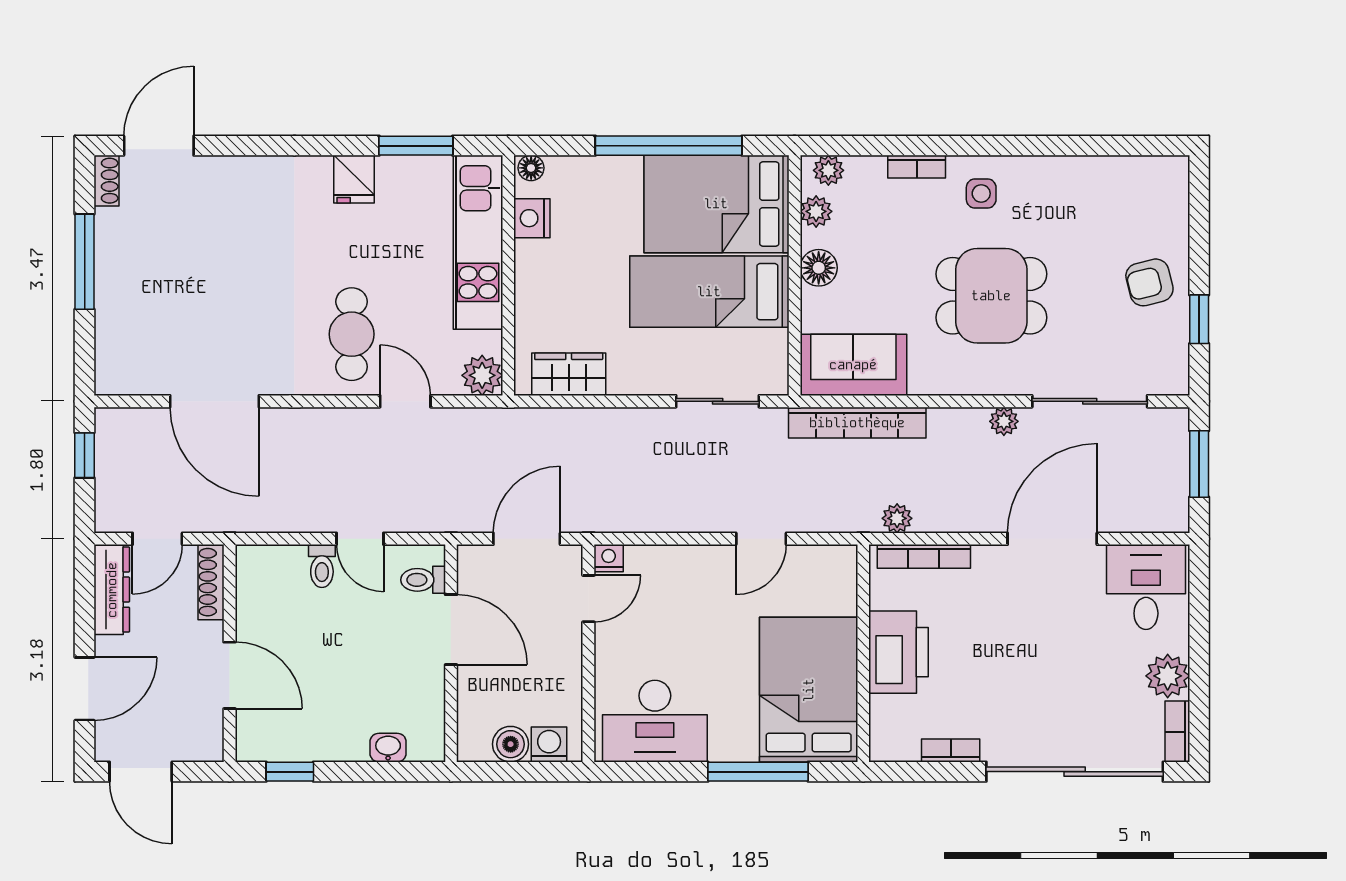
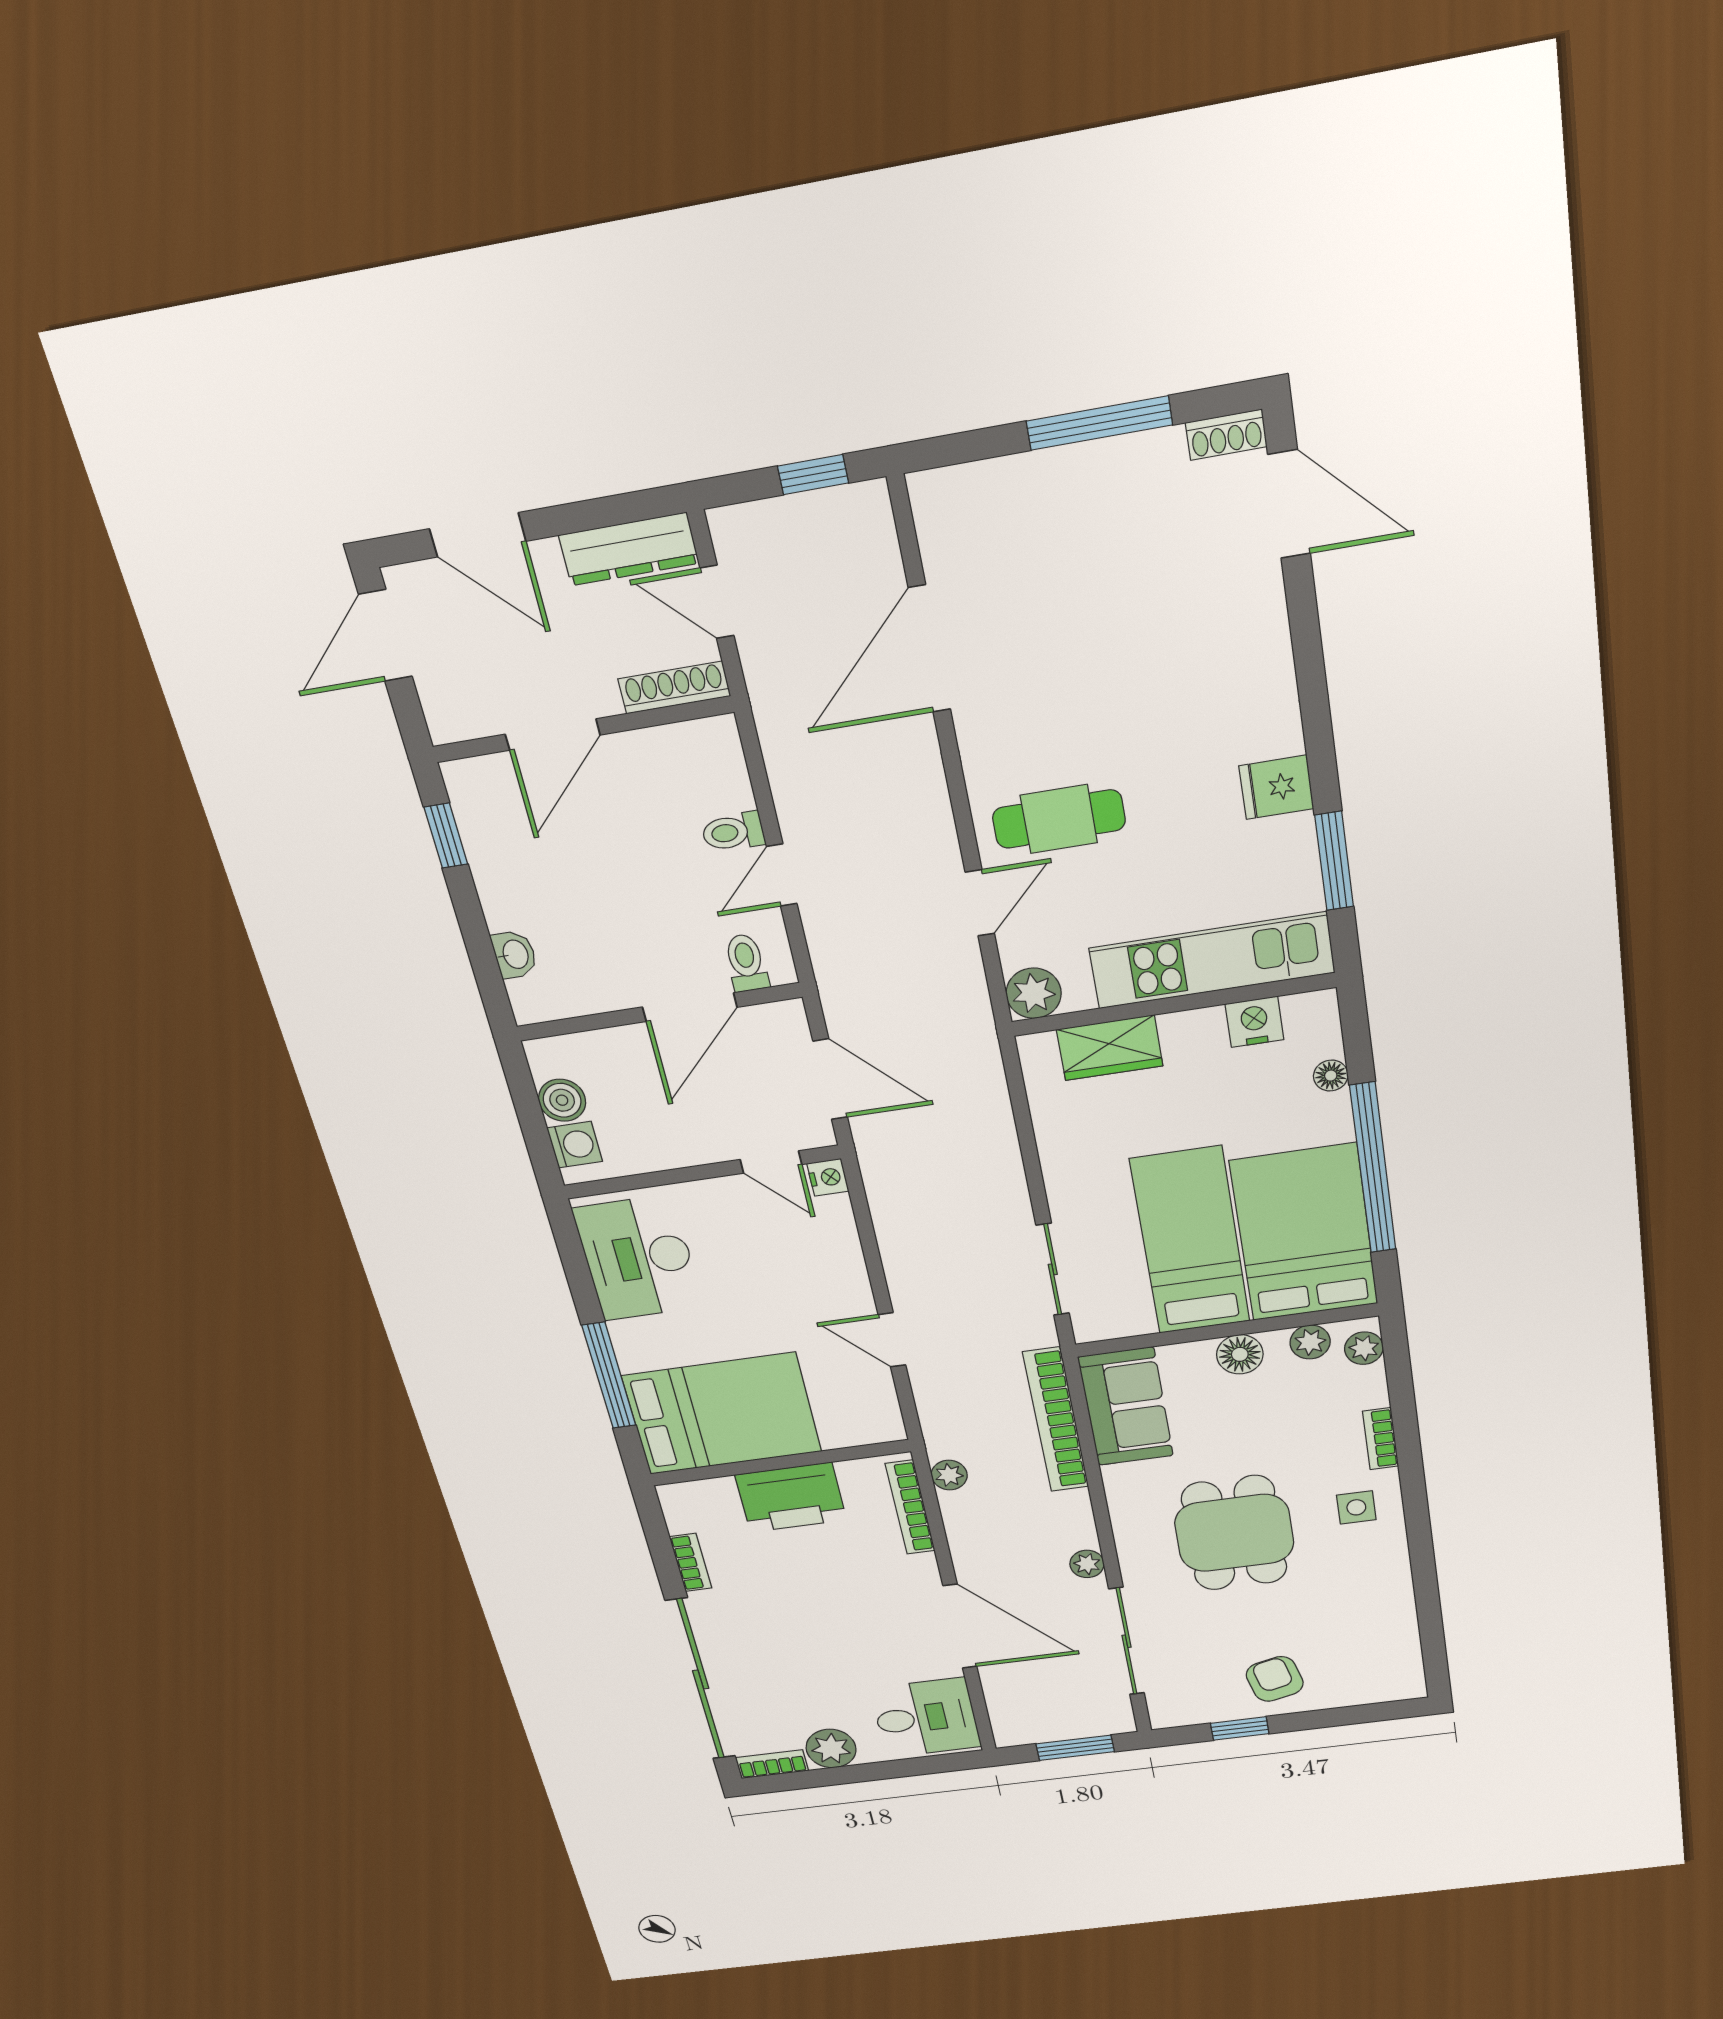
floor lamp: (531, 168) -> (1331, 1076), moved
wardrobe: (569, 374) -> (1110, 1048), moved, turned 90

